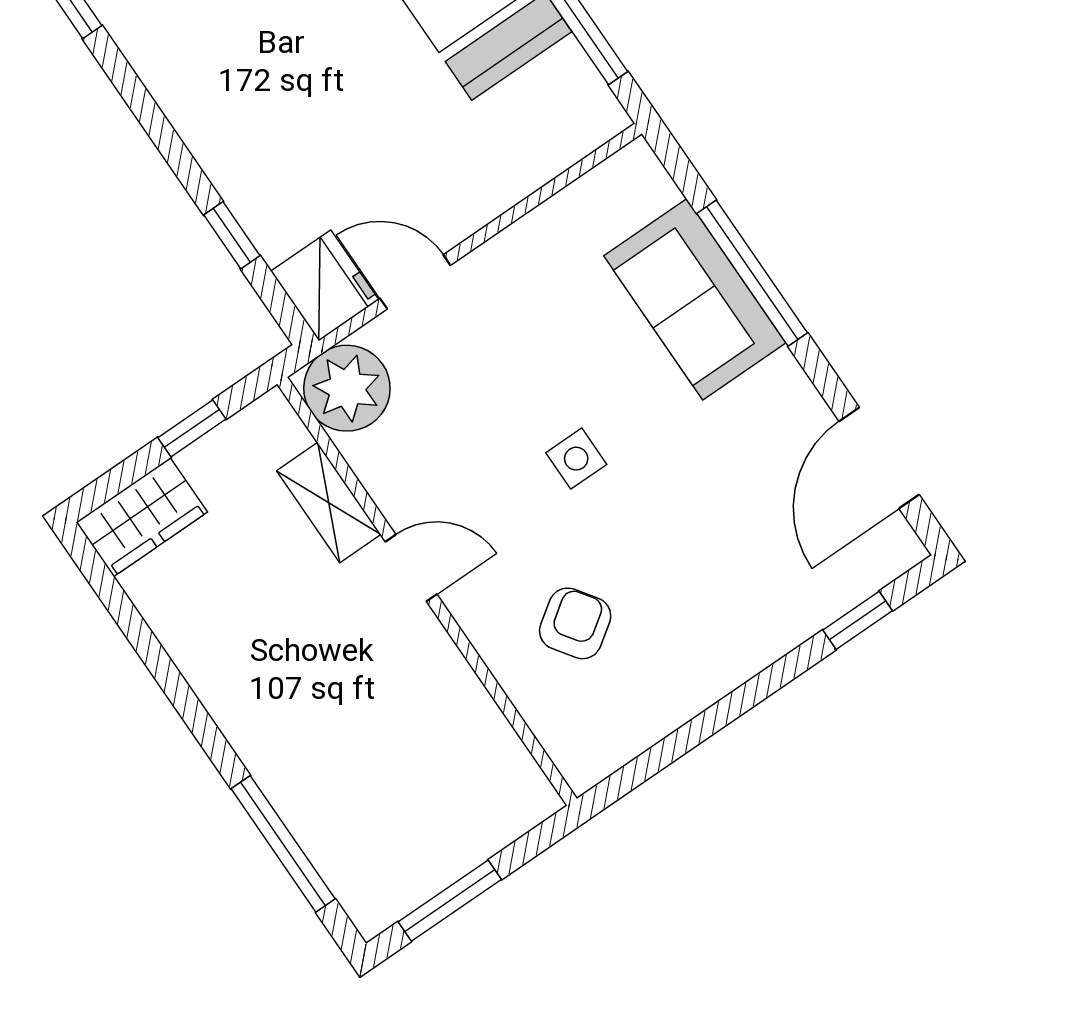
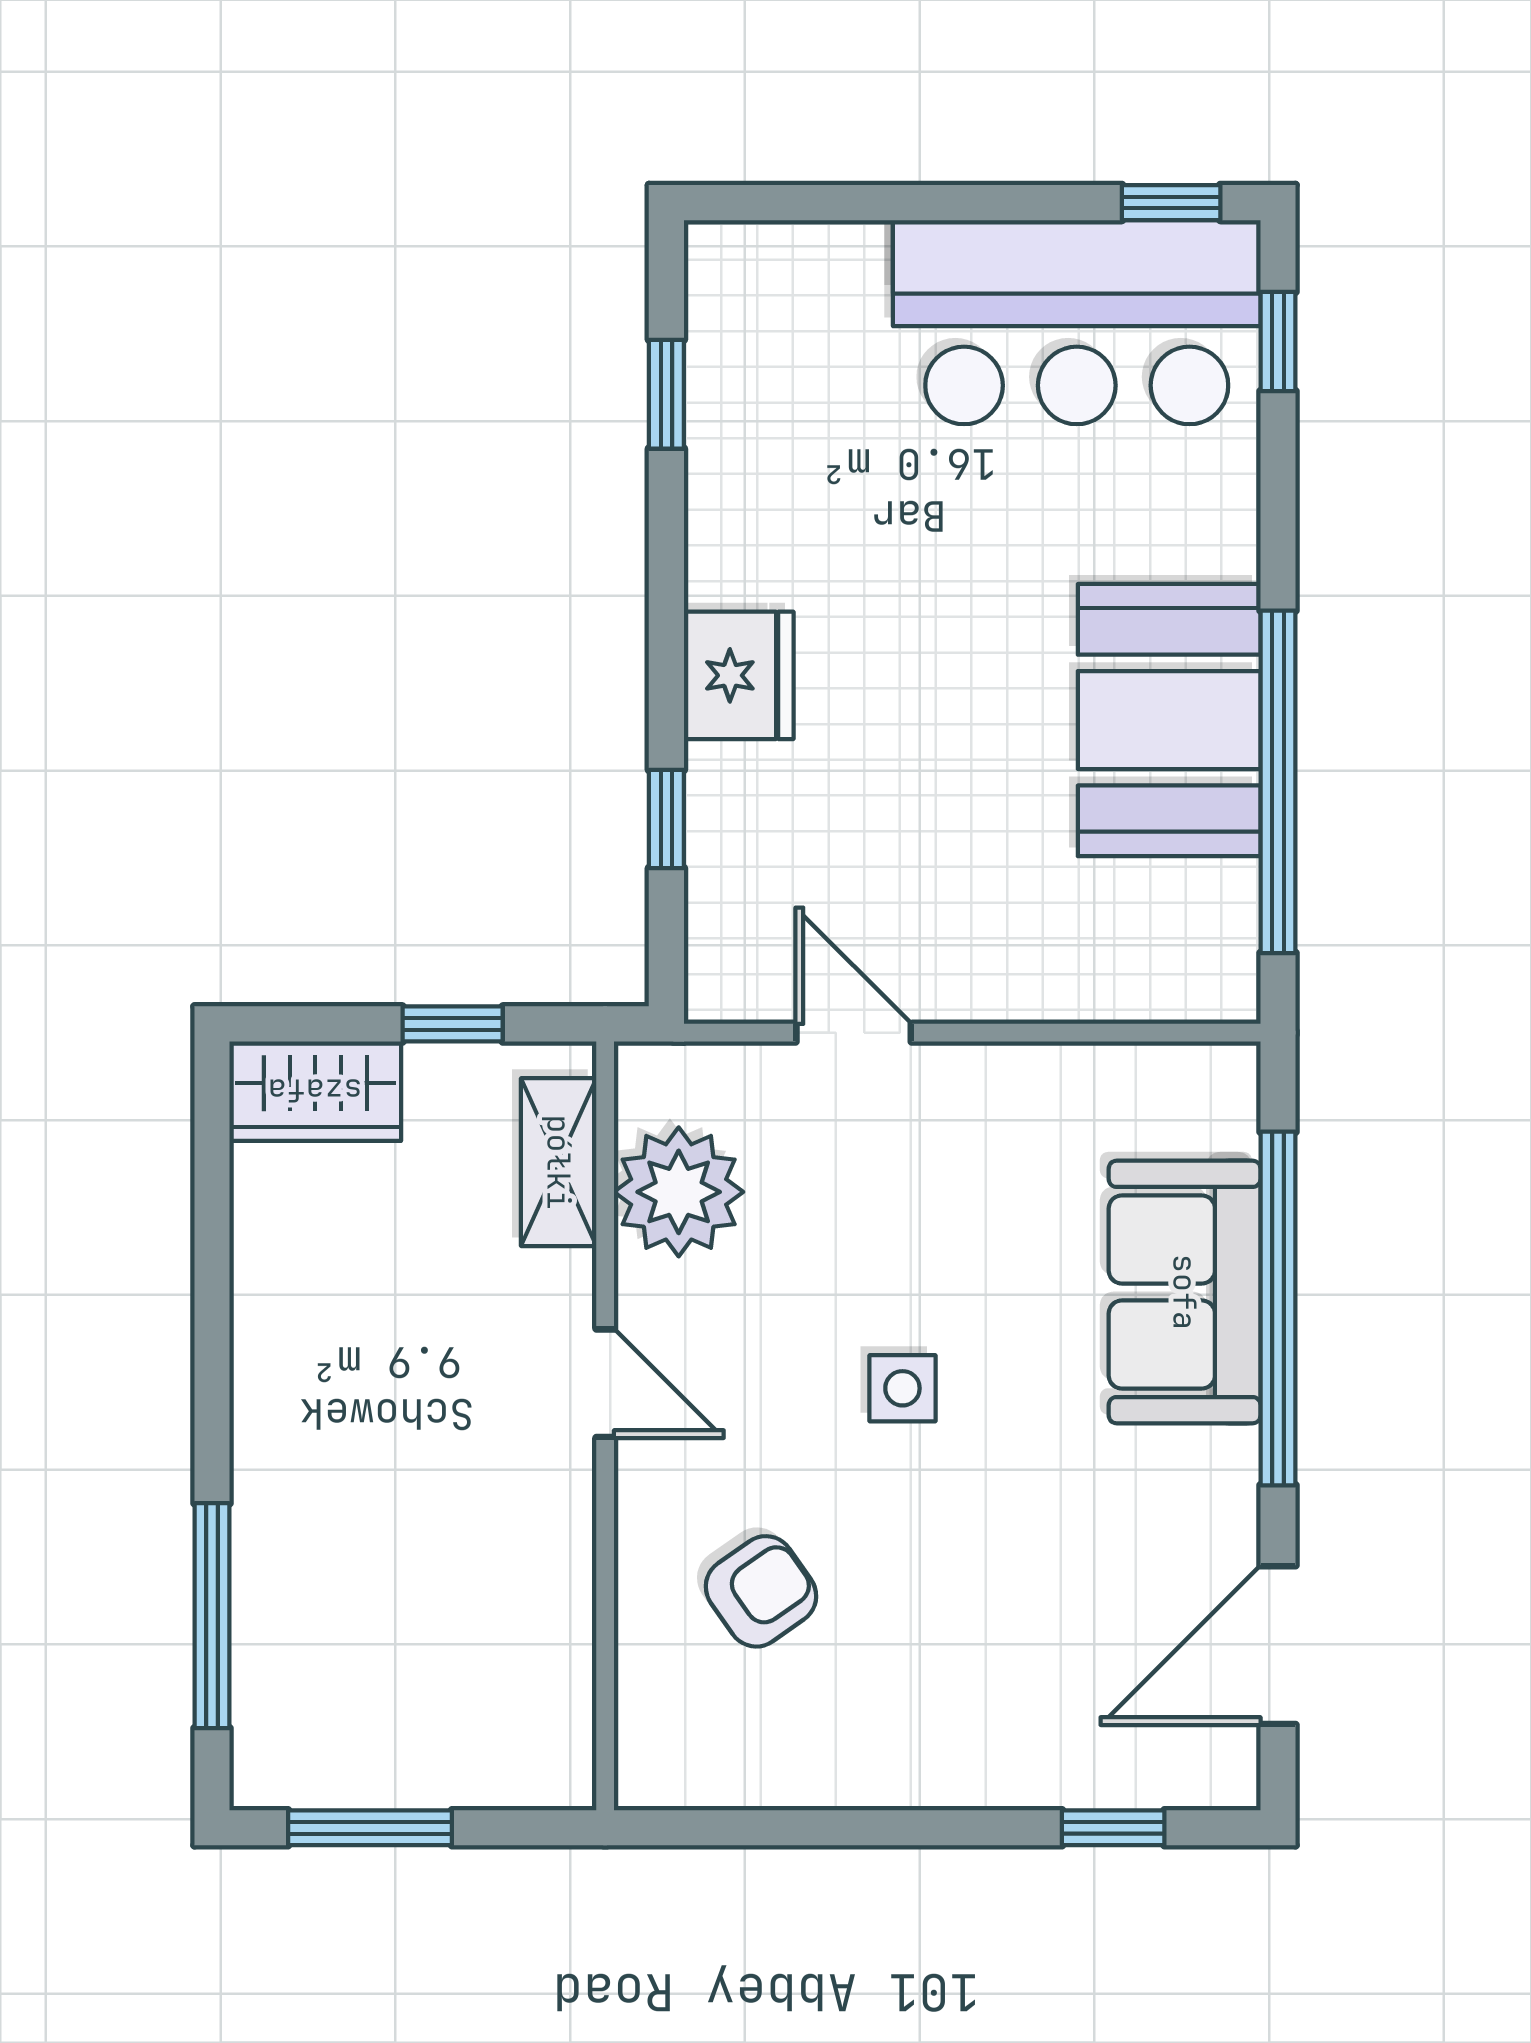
window: (752, 273) -> (1278, 1308), width x1.46
fridge: (325, 285) -> (739, 675), moved
plant: (347, 388) -> (679, 1192), moved
shelving: (329, 503) -> (559, 1162), moved

